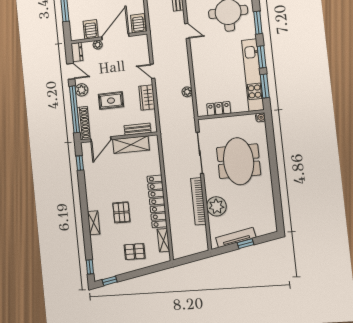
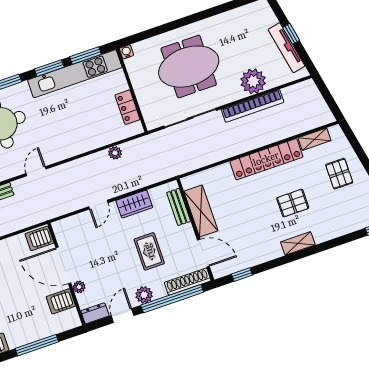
shelving: (94, 223) -> (298, 243), moved

